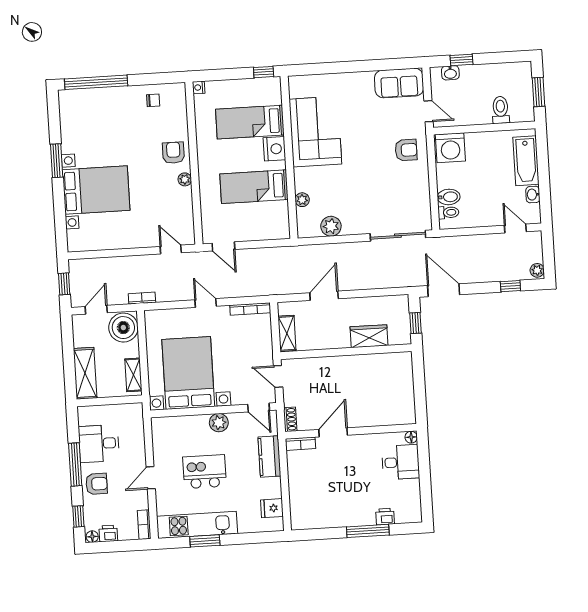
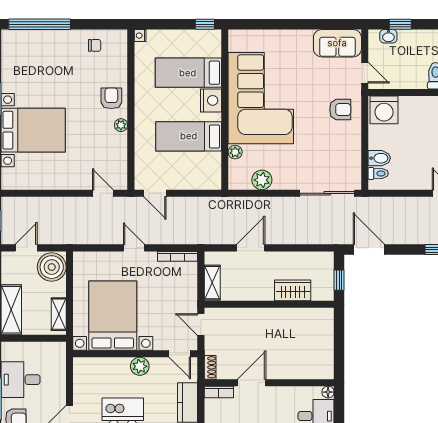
corner sofa: (315, 132) -> (261, 98), width x1.36, depth x1.36
bookcase: (142, 298) -> (72, 239), removed

